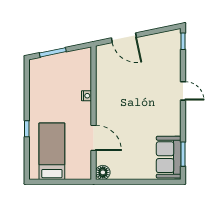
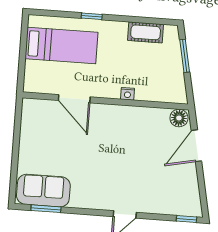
cot: (36, 85) -> (146, 32), added
door: (94, 138) -> (74, 99), hinge flipped
floor lamp: (103, 172) -> (179, 118), moved

